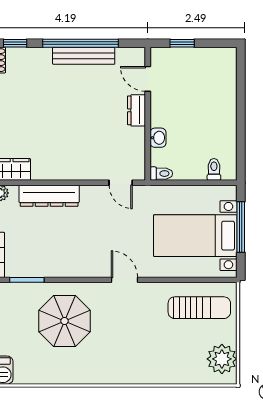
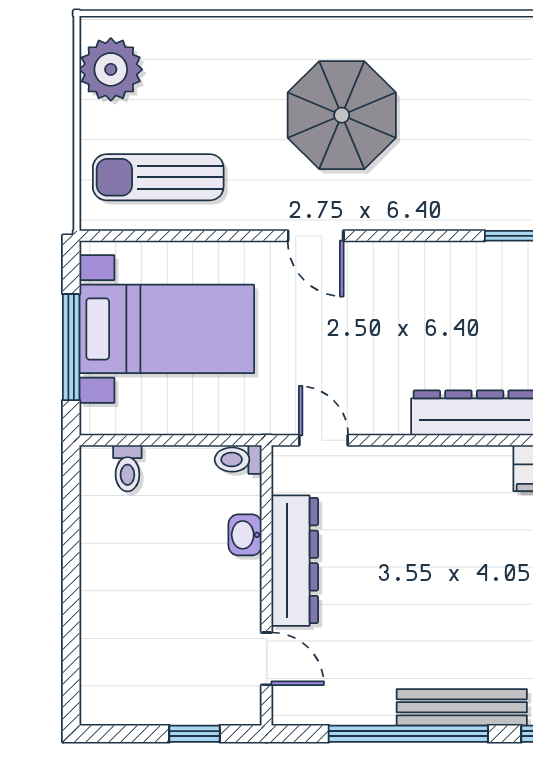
bench: (84, 56) -> (462, 707), moved
dresser: (137, 110) -> (295, 561), width x1.96, depth x1.24
parasol: (65, 321) -> (342, 115), moved

